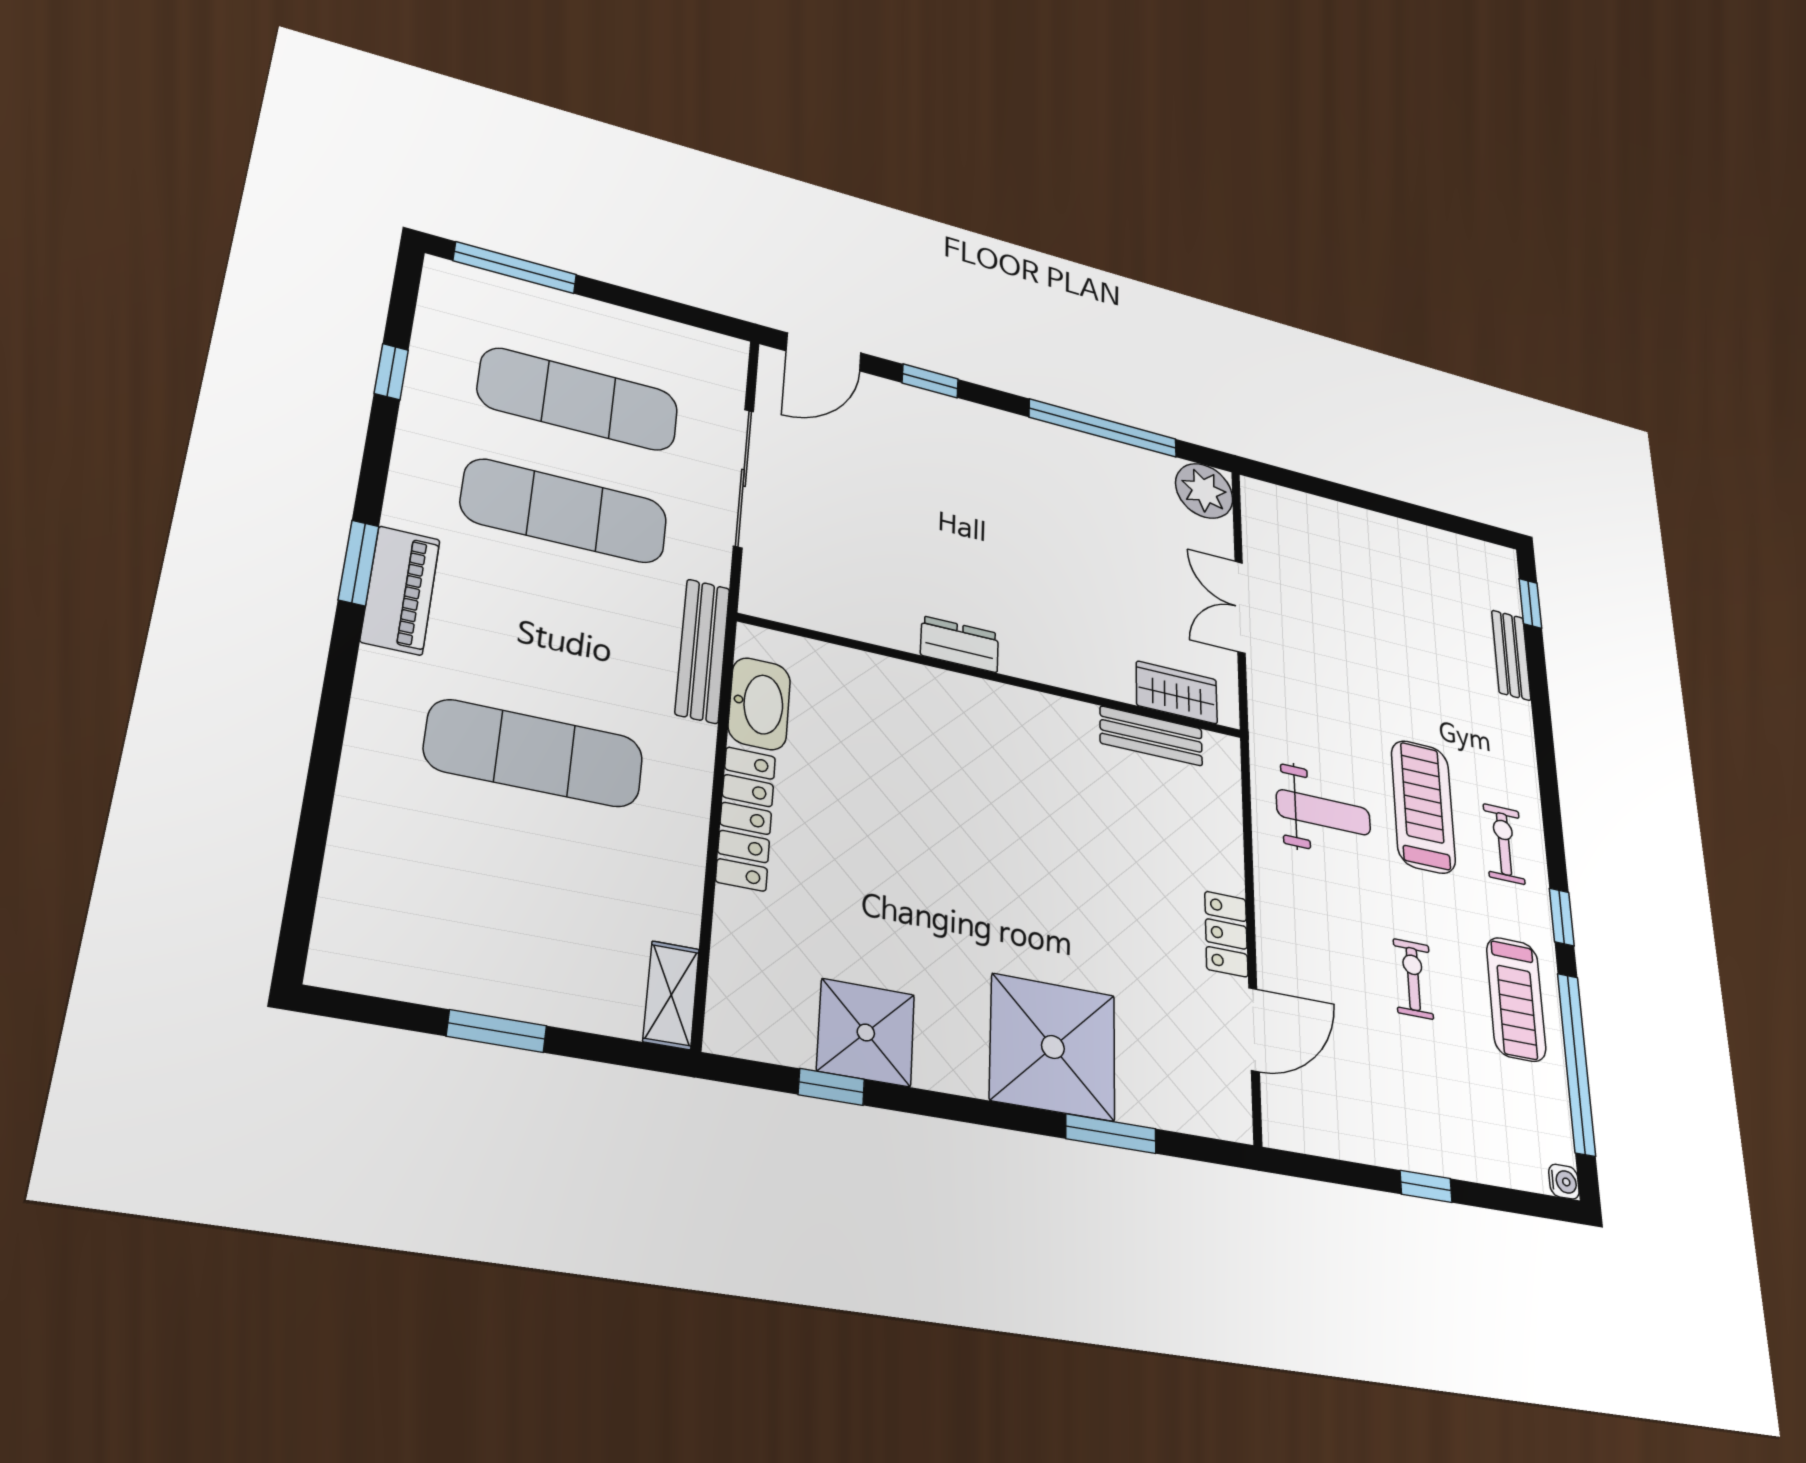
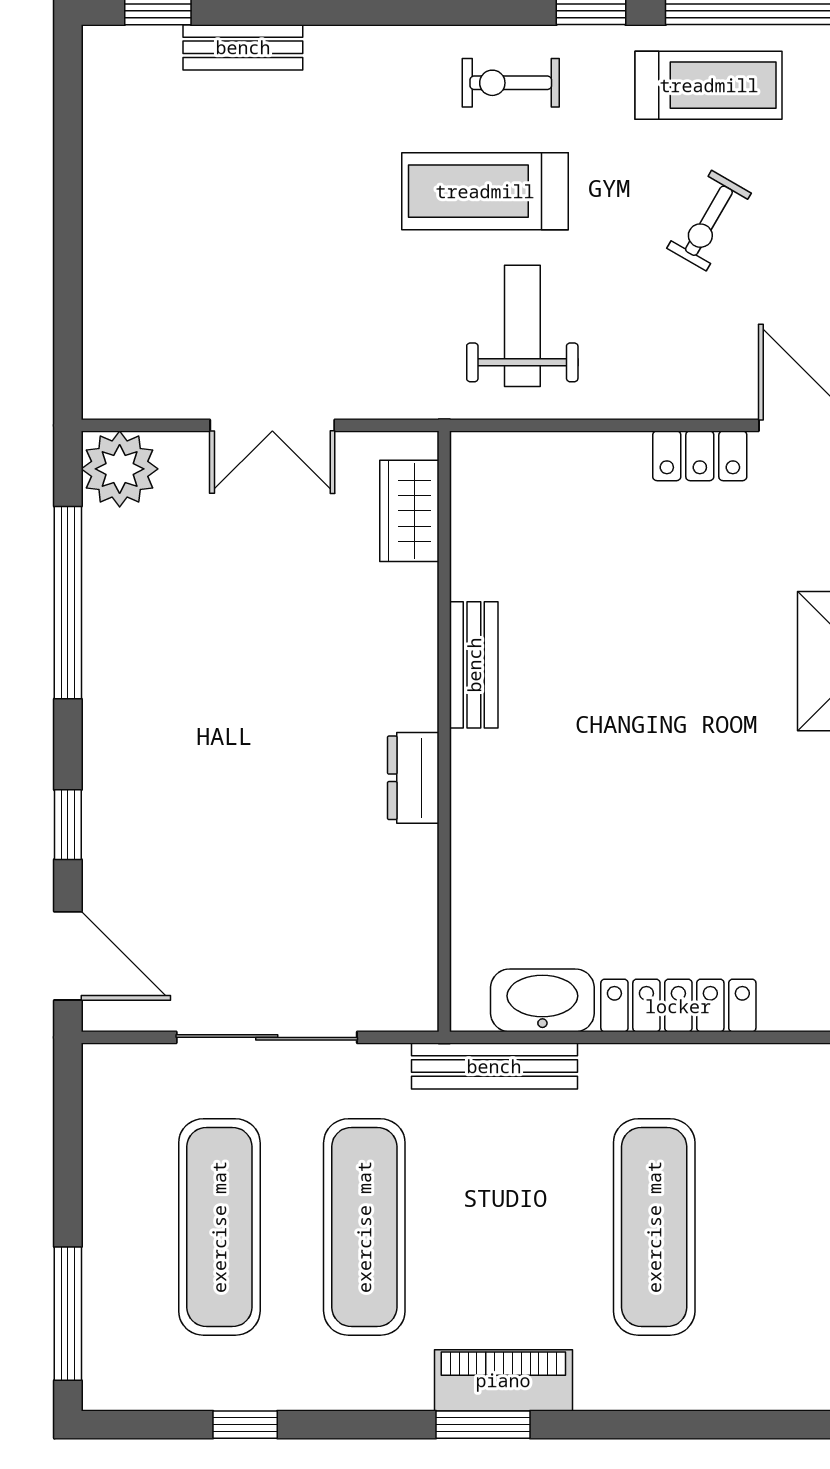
bench: (1151, 736) -> (474, 665), moved
exercise bike: (1413, 979) -> (709, 221), turned -60

